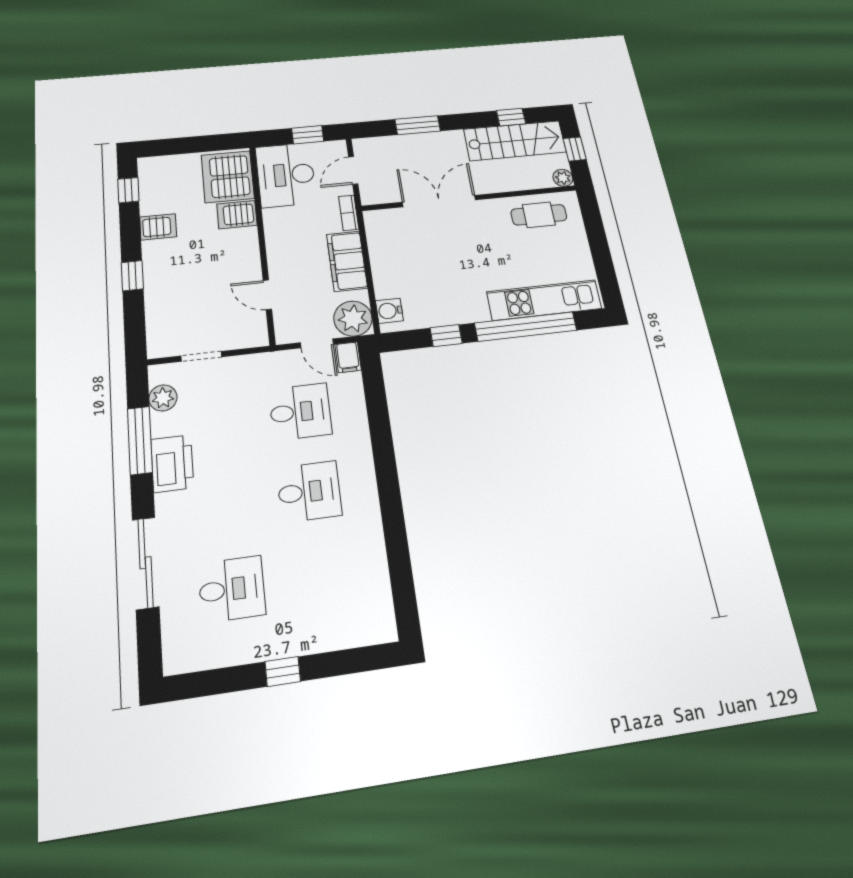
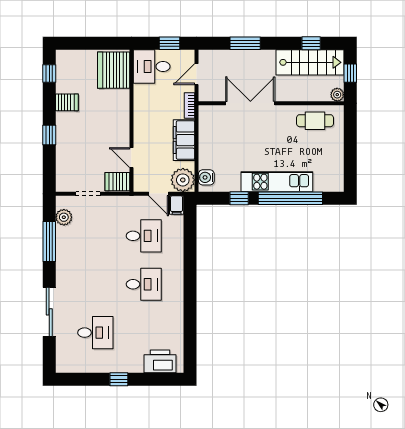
desk: (286, 175) -> (152, 67), width x0.73
server rack: (237, 215) -> (117, 182), moved
kitchen unit: (544, 300) -> (277, 182), moved
printer: (172, 463) -> (160, 361), moved, turned -90

